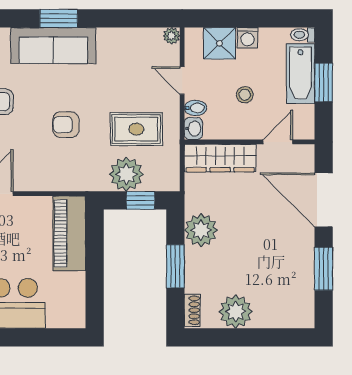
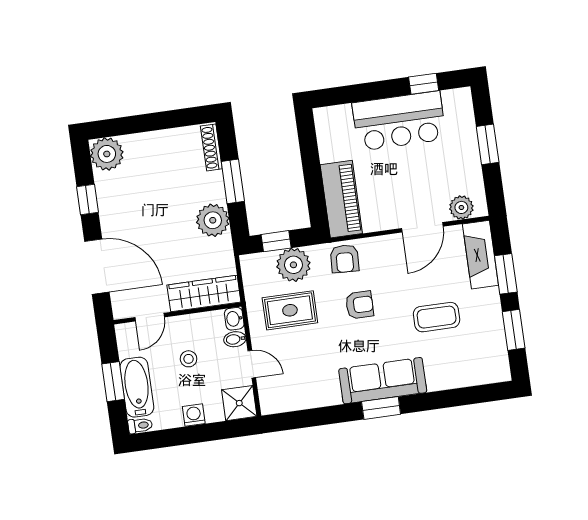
plant: (171, 36) -> (268, 406), removed
shower: (220, 43) -> (239, 403), moved
armchair: (74, 173) -> (345, 259), added
window: (324, 269) -> (88, 199), width x0.67
shoe rack: (192, 310) -> (211, 147), width x1.43
plant: (236, 312) -> (107, 154), moved

